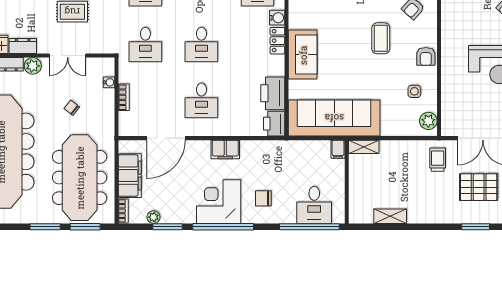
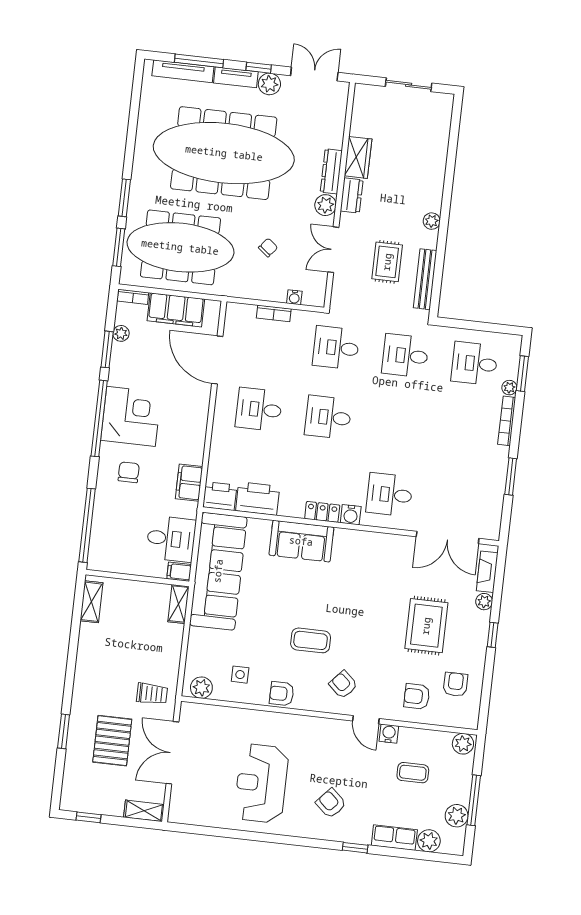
filing cabinet: (225, 149) -> (189, 483), moved
desk: (314, 205) -> (171, 539), moved, turned 180
shelving: (390, 216) -> (92, 602), moved

